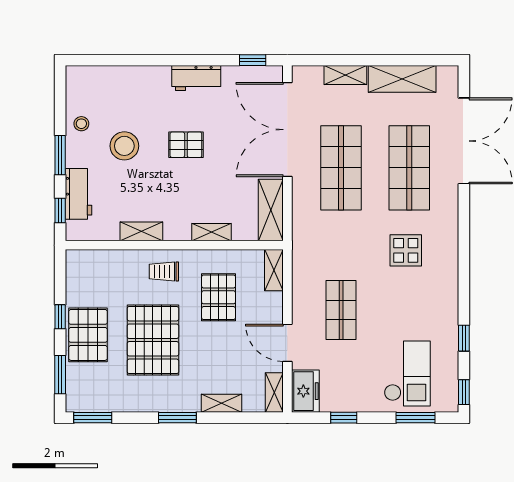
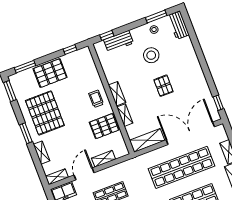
workbench: (196, 78) -> (178, 25), moved
window: (60, 155) -> (156, 17), moved
shop shelf: (341, 168) -> (181, 167), width x1.40
shelving: (141, 231) -> (117, 94), moved
shelving: (274, 270) -> (104, 159), moved
pallet: (219, 297) -> (104, 126), moved
window: (60, 317) -> (70, 49), moved
pallet: (153, 340) -> (45, 113), moved, turned 90

